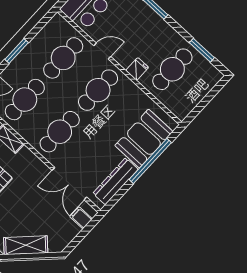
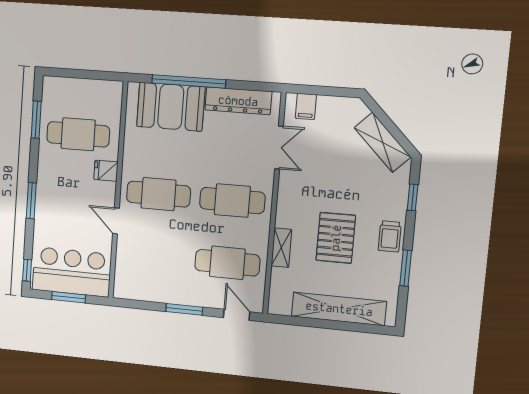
cafe table: (63, 58) -> (154, 256), removed
double door: (69, 184) -> (279, 148), width x0.73

